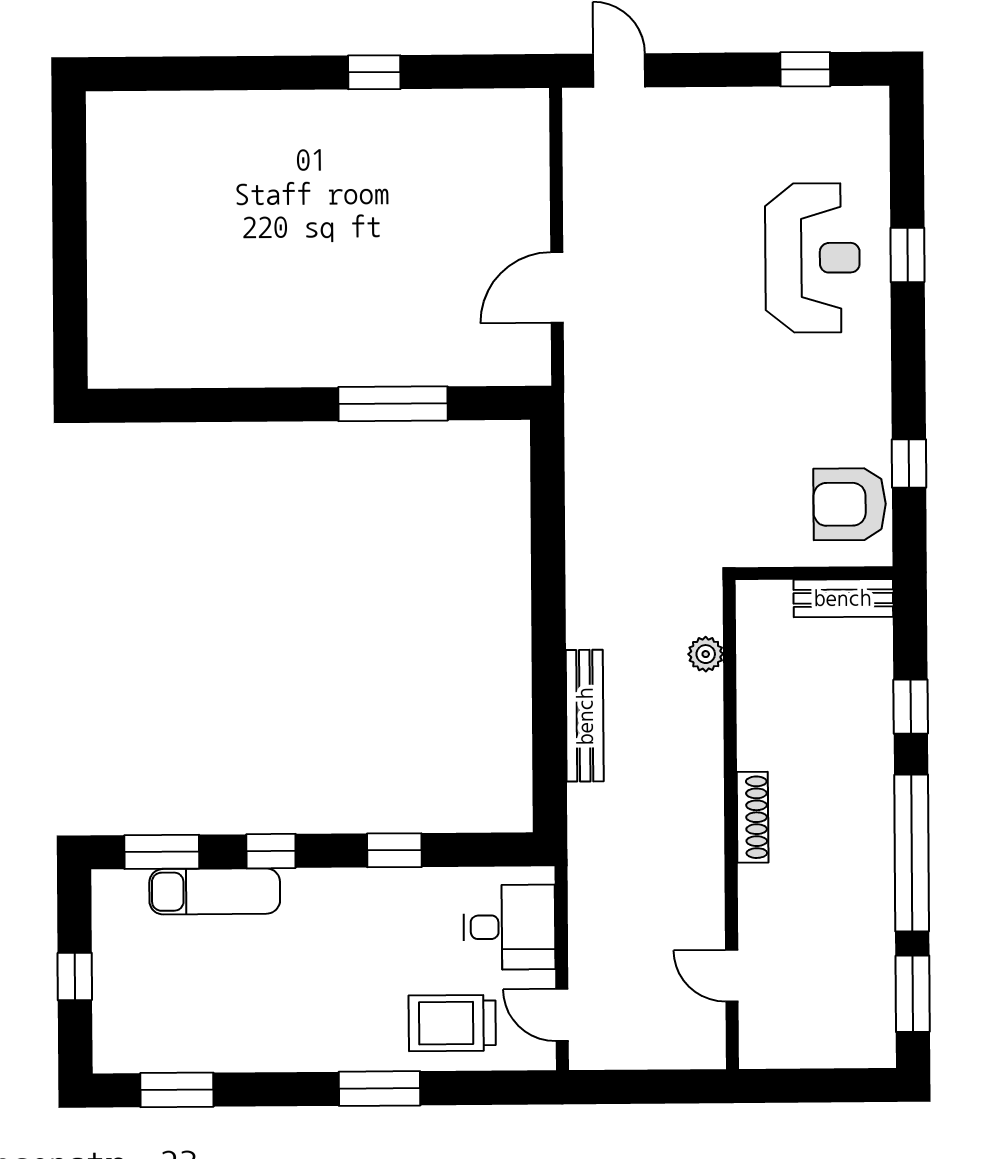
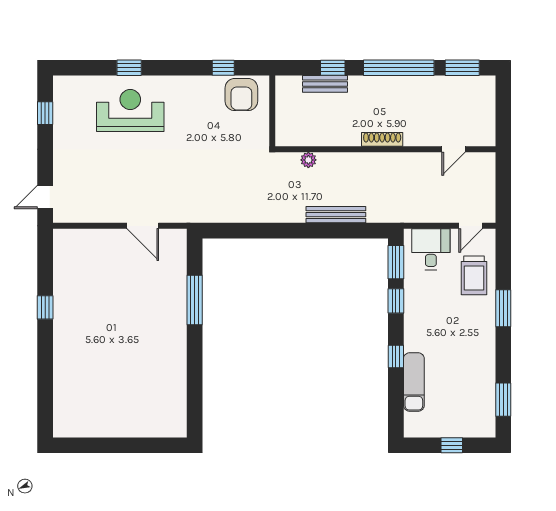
bench: (843, 598) -> (325, 84), moved, turned 90
window: (162, 852) -> (396, 262), moved

